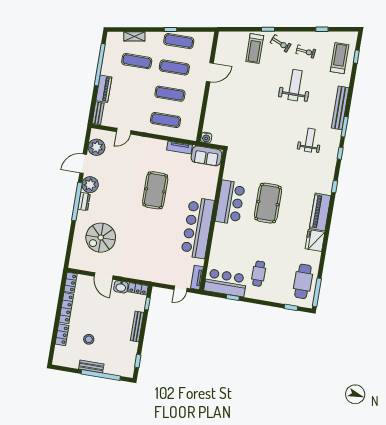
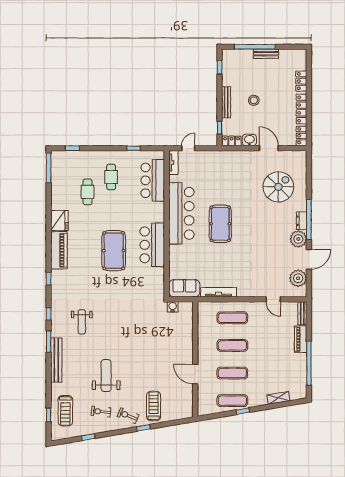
exercise mat: (137, 61) -> (272, 373), removed
door: (210, 72) -> (195, 374), hinge flipped
weight bench: (295, 85) -> (106, 376), turned 180
door: (124, 131) -> (273, 299), swing flipped
water cooler: (206, 138) -> (173, 307), moved
tv unit: (180, 147) -> (219, 292), width x1.41
pool table: (155, 190) -> (220, 224), moved
cafe table: (303, 281) -> (87, 192), moved, width x0.73, depth x0.74
bar counter: (225, 283) -> (153, 180), moved, turned 90
stool: (89, 339) -> (254, 100), moved

